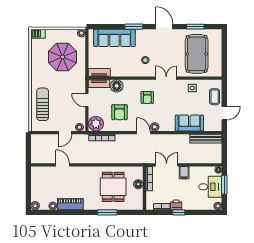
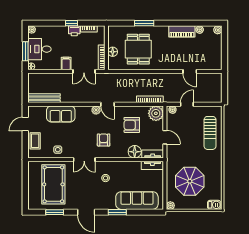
armchair: (119, 112) -> (132, 125), turned -90

